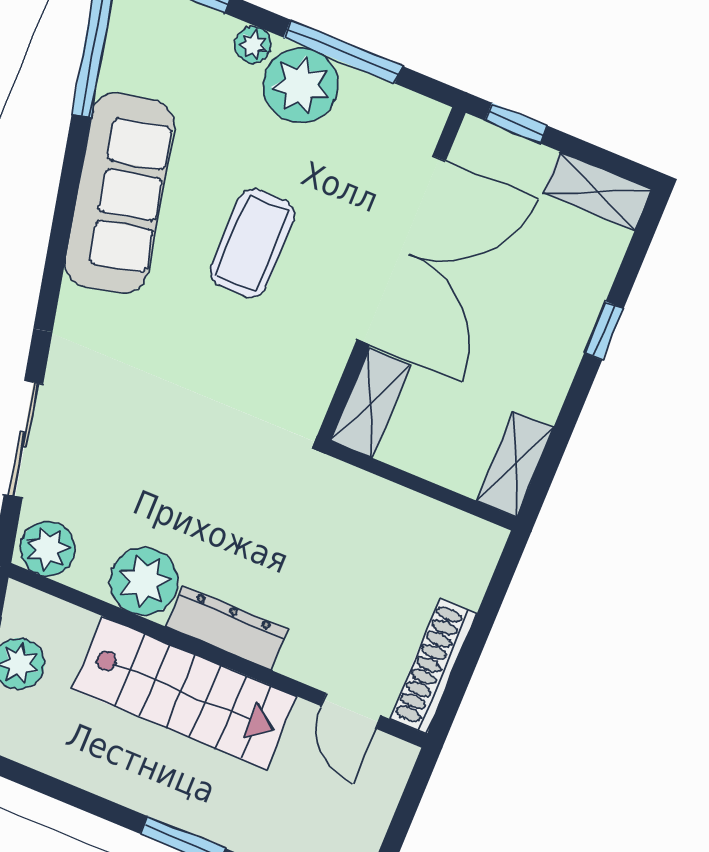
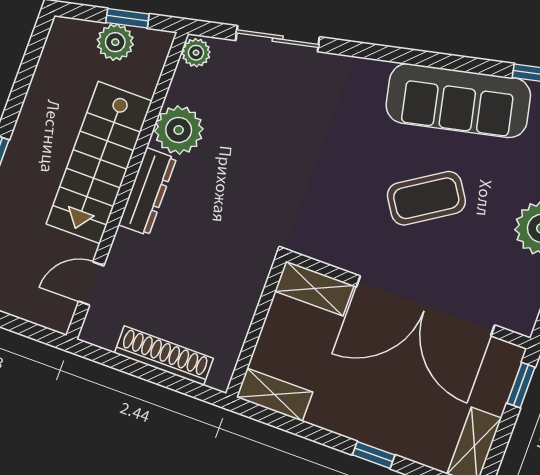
coffee table: (252, 243) -> (426, 198), turned -33
plant: (48, 549) -> (196, 53), width x0.73, depth x0.73
shoe rack: (433, 666) -> (164, 356), moved

